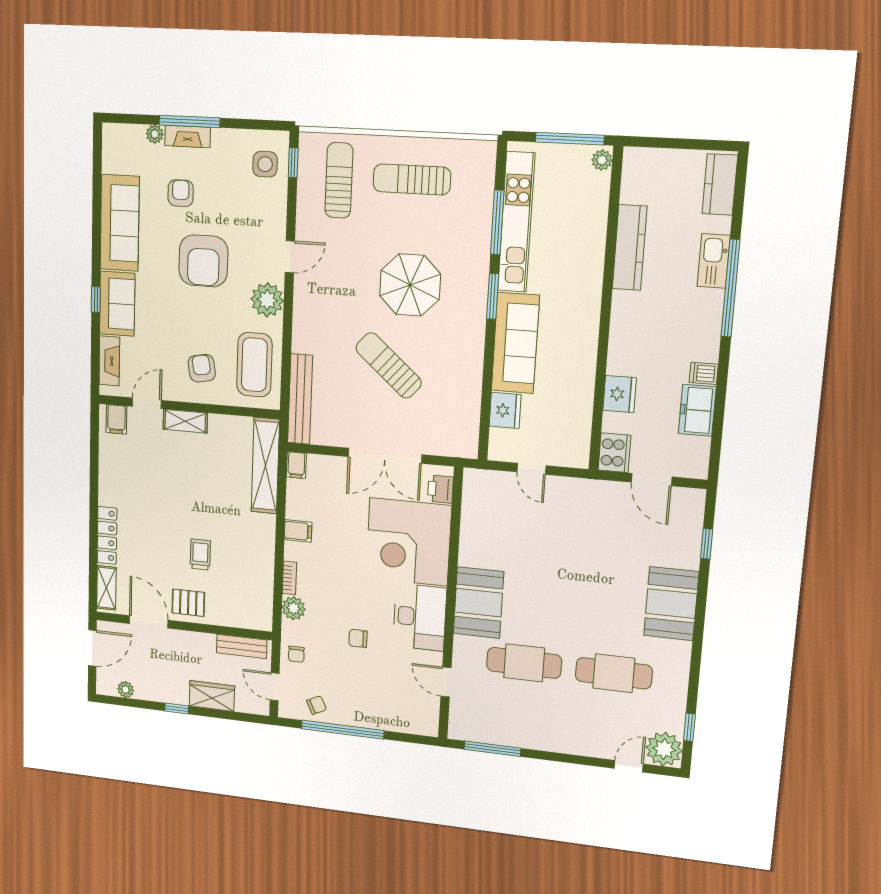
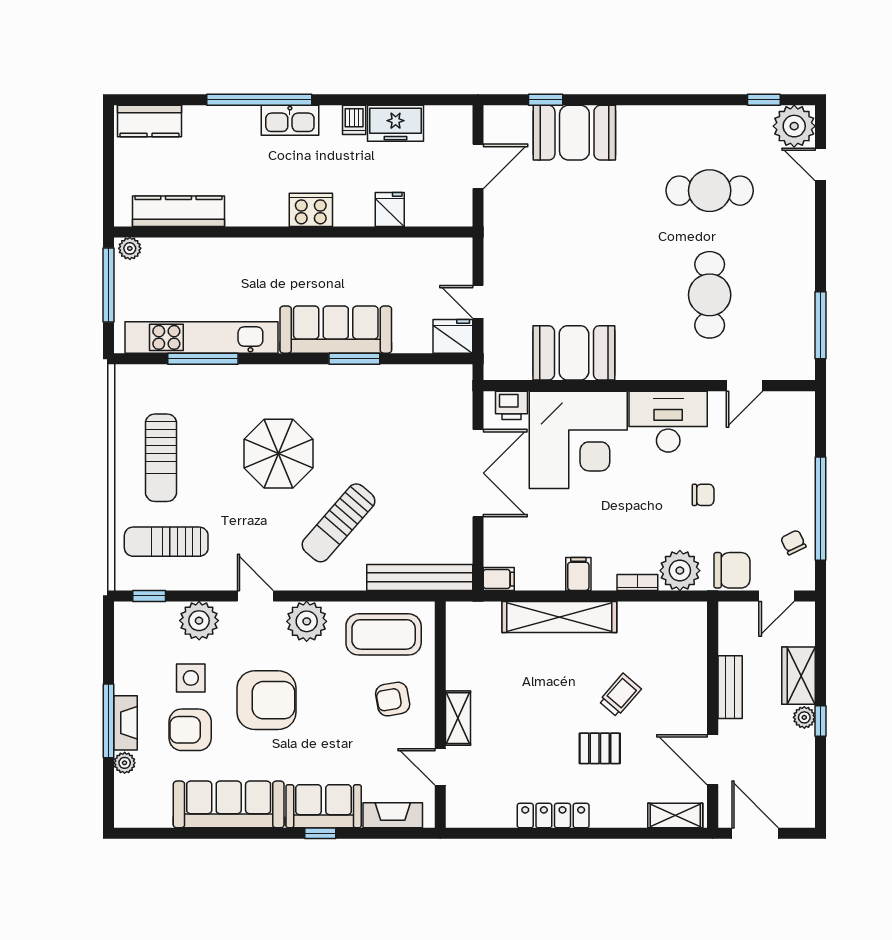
side table: (265, 164) -> (191, 678), moved
armchair: (181, 193) -> (190, 730), width x1.38, depth x1.38
plant: (271, 206) -> (199, 621), added
kitchen counter: (630, 248) -> (178, 211), moved
kitchen sink: (714, 261) -> (290, 120), moved
window: (493, 296) -> (354, 359), moved
sun lounger: (389, 365) -> (339, 523), moved
fridge: (620, 394) -> (390, 209), width x0.72
fridge: (505, 410) -> (453, 336), moved
filing cabinet: (116, 419) -> (463, 805), removed
cooker: (614, 453) -> (311, 210), moved
shelving: (265, 466) -> (559, 617), moved
door: (531, 469) -> (478, 302), swing flipped
locker: (107, 535) -> (553, 816), moved
trolley: (200, 554) -> (620, 695), turned 131
pallet: (188, 603) -> (600, 748), moved, turned 90
booth: (478, 603) -> (574, 353), moved
booth: (671, 604) -> (574, 133), moved
plant: (294, 608) -> (680, 571), width x1.36, depth x1.36
door: (149, 622) -> (713, 760), hinge flipped
chair: (358, 638) -> (703, 495), turned -90
bench: (242, 646) -> (730, 687), moved
chair: (296, 654) -> (732, 570), width x1.87, depth x1.87
cafe table: (614, 673) -> (710, 191), turned 90
plant: (126, 690) -> (804, 717), moved

